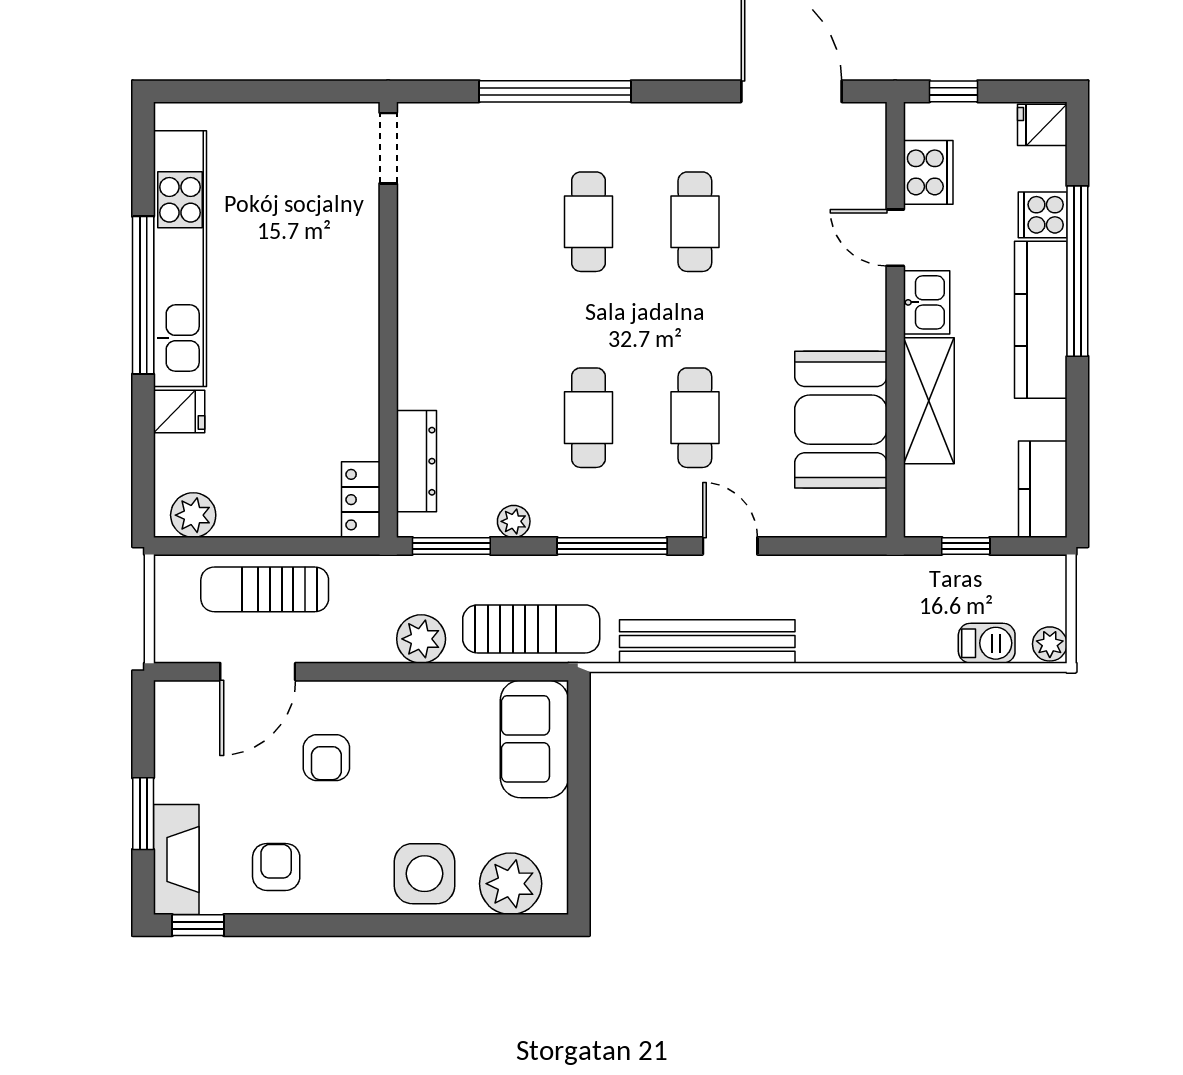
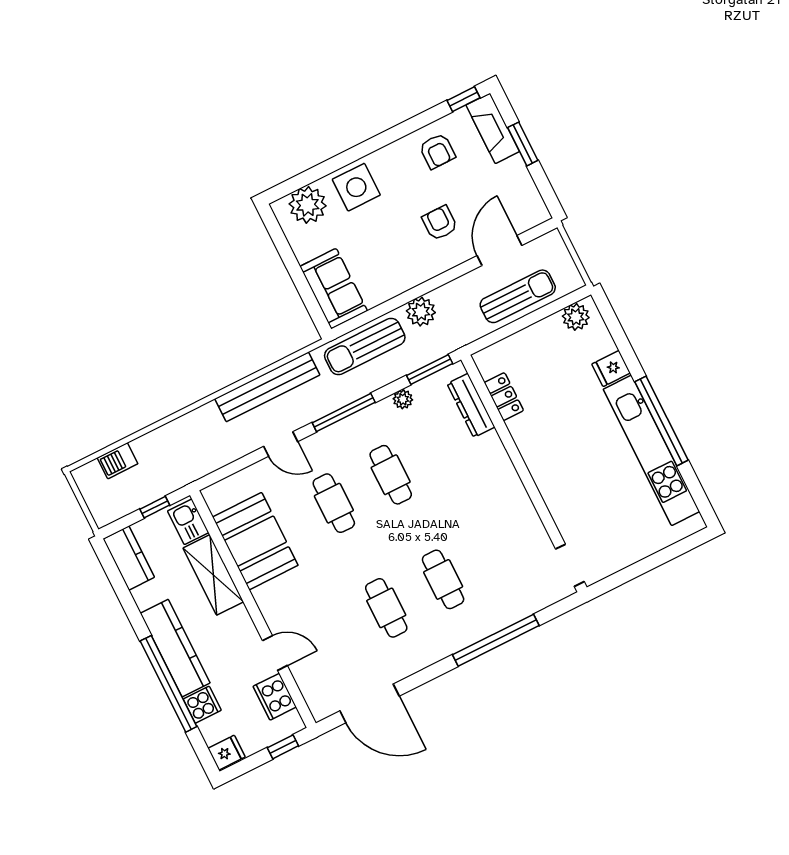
kitchen sink: (927, 302) -> (188, 522), moved
locker: (361, 500) -> (504, 397), moved
plant: (1050, 644) -> (84, 477), removed

